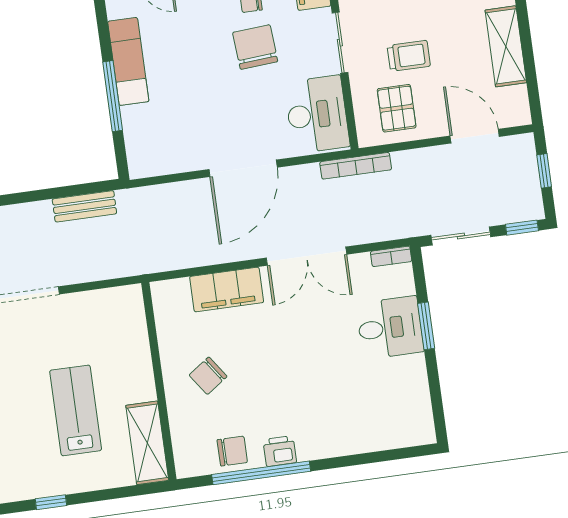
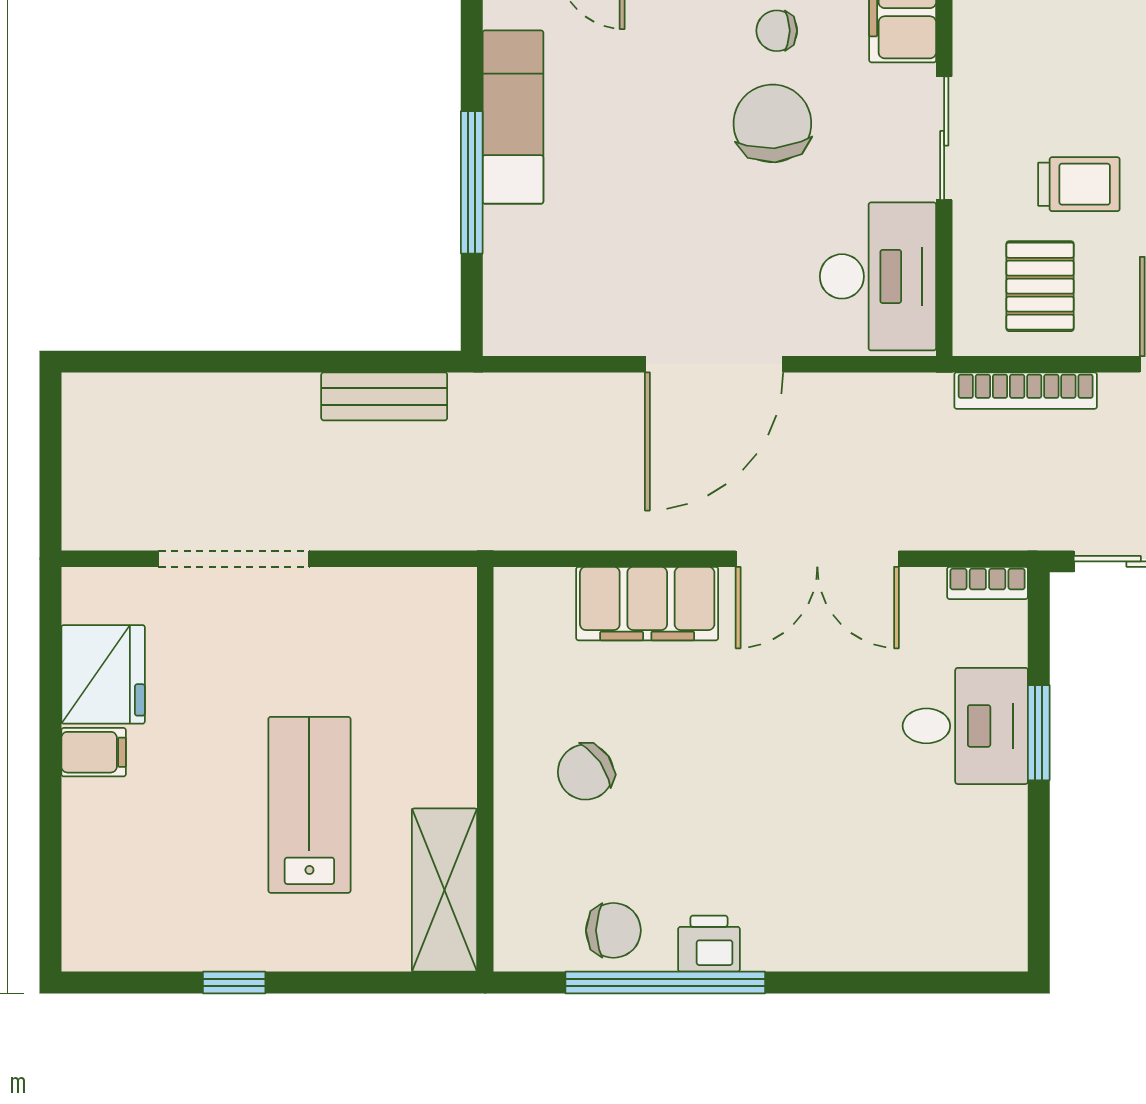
bookcase: (356, 166) -> (1026, 391), moved

